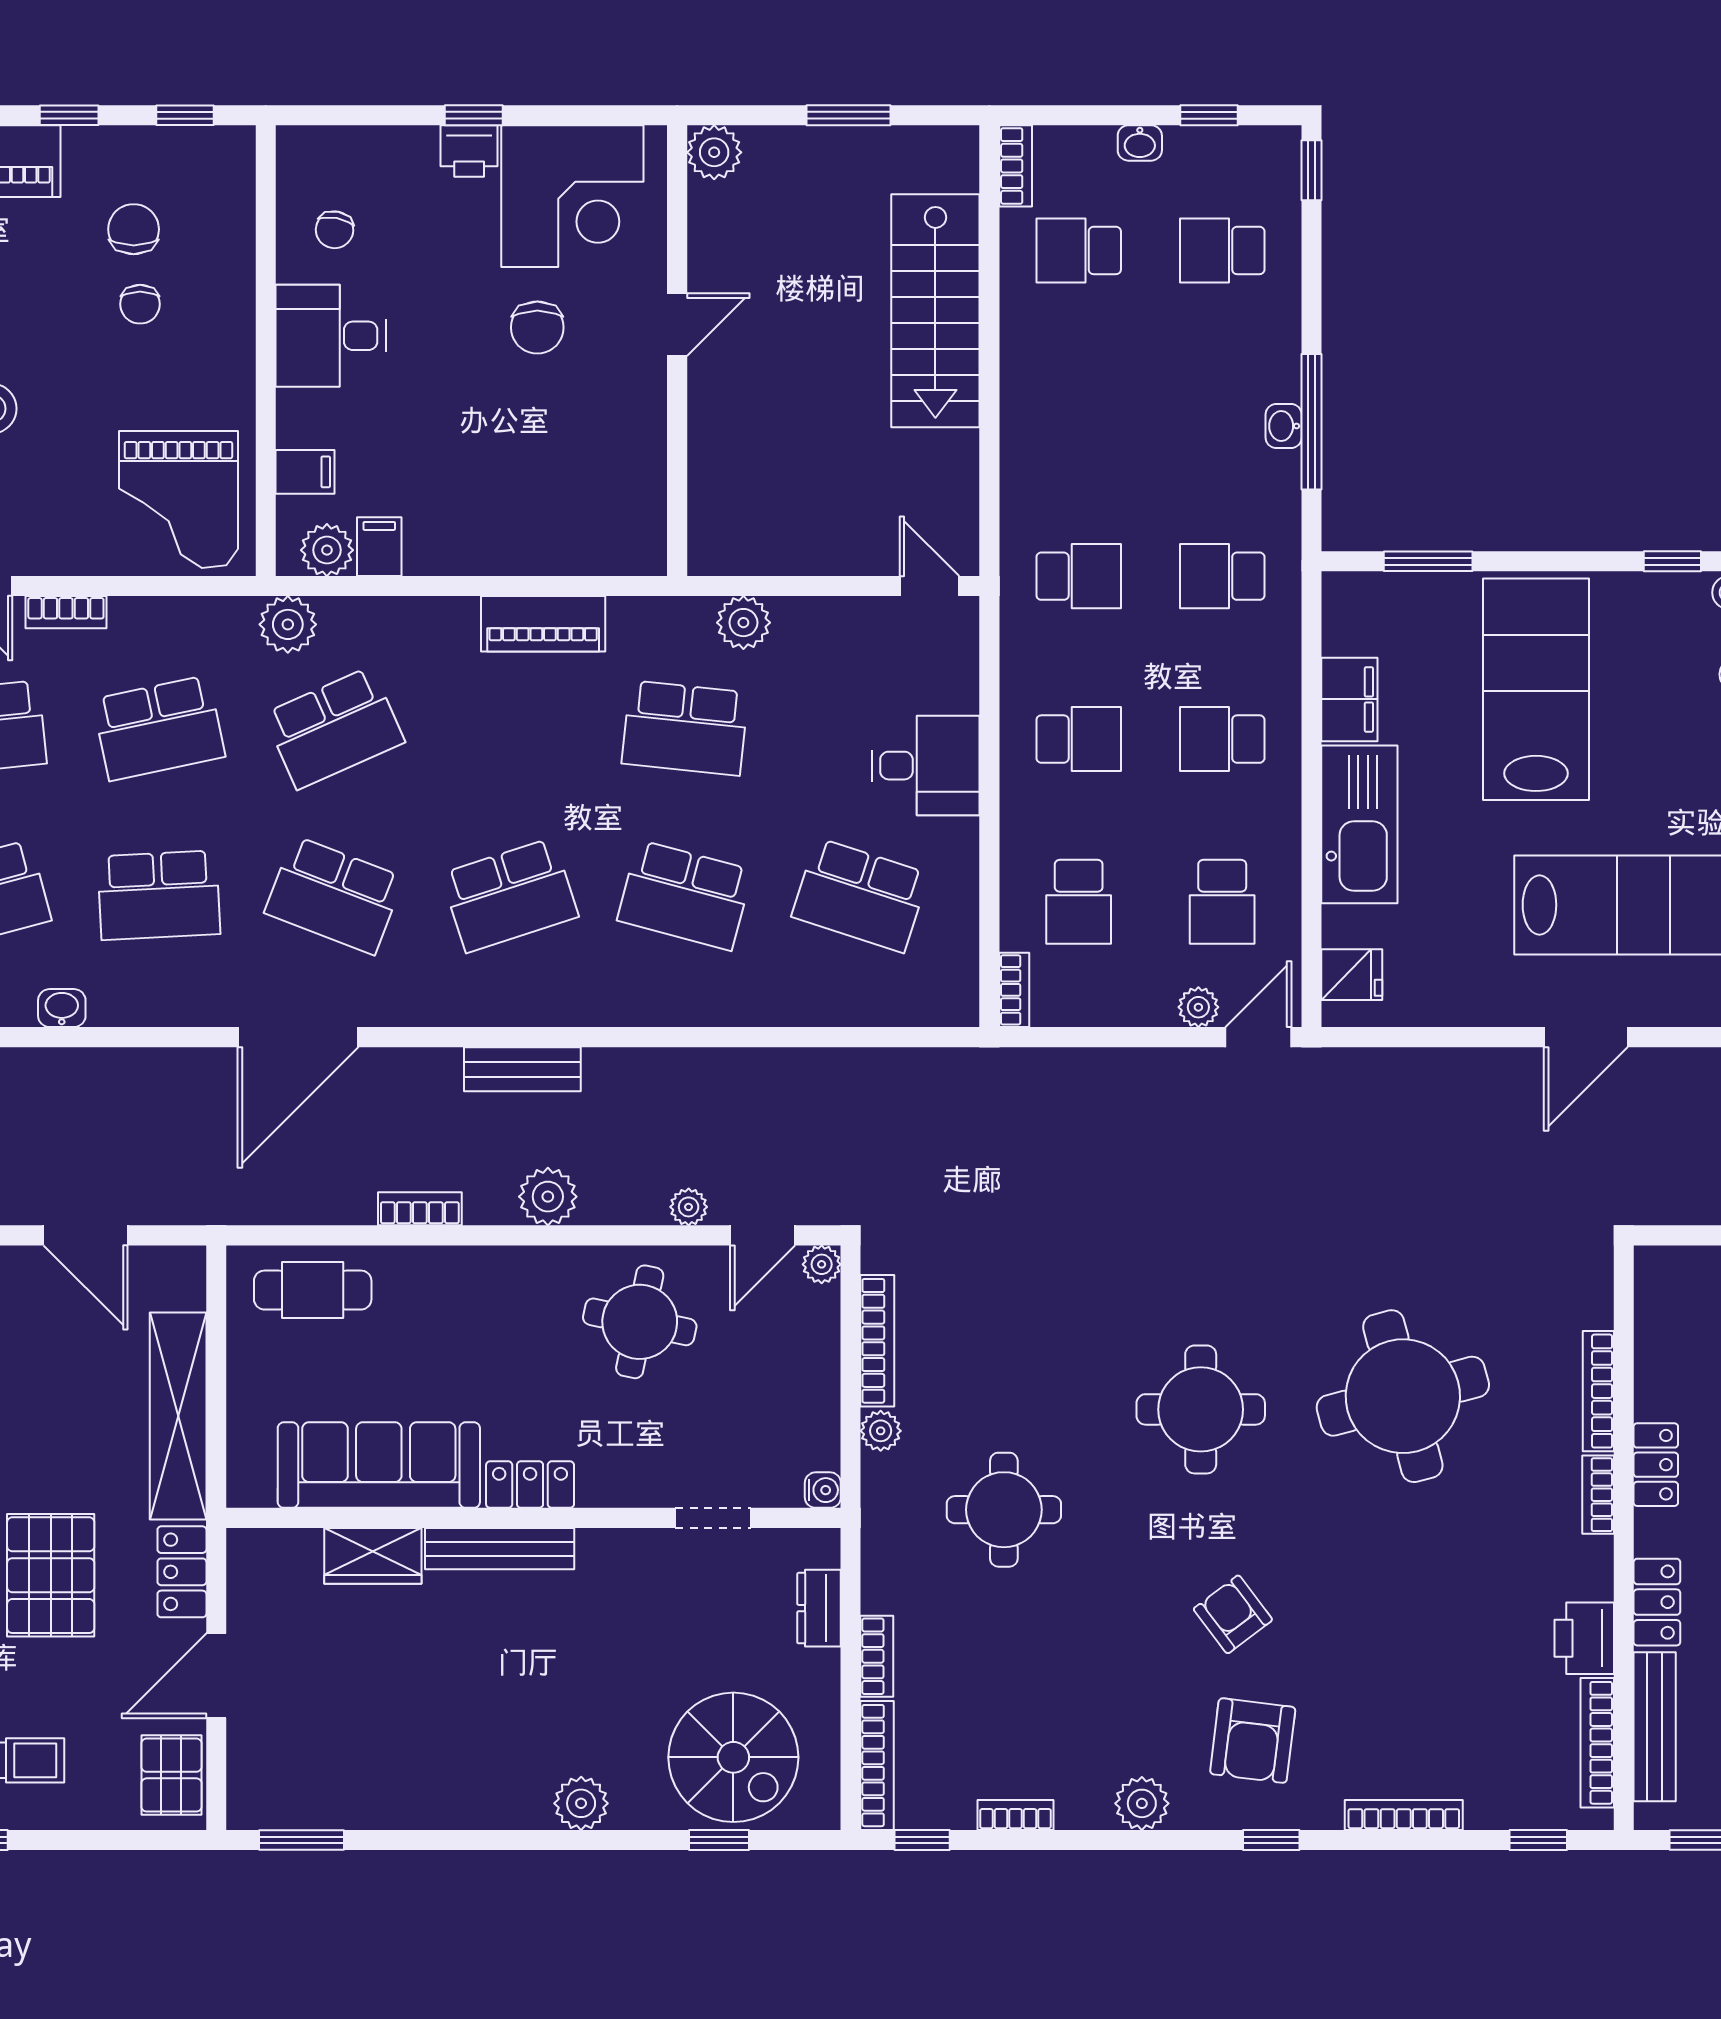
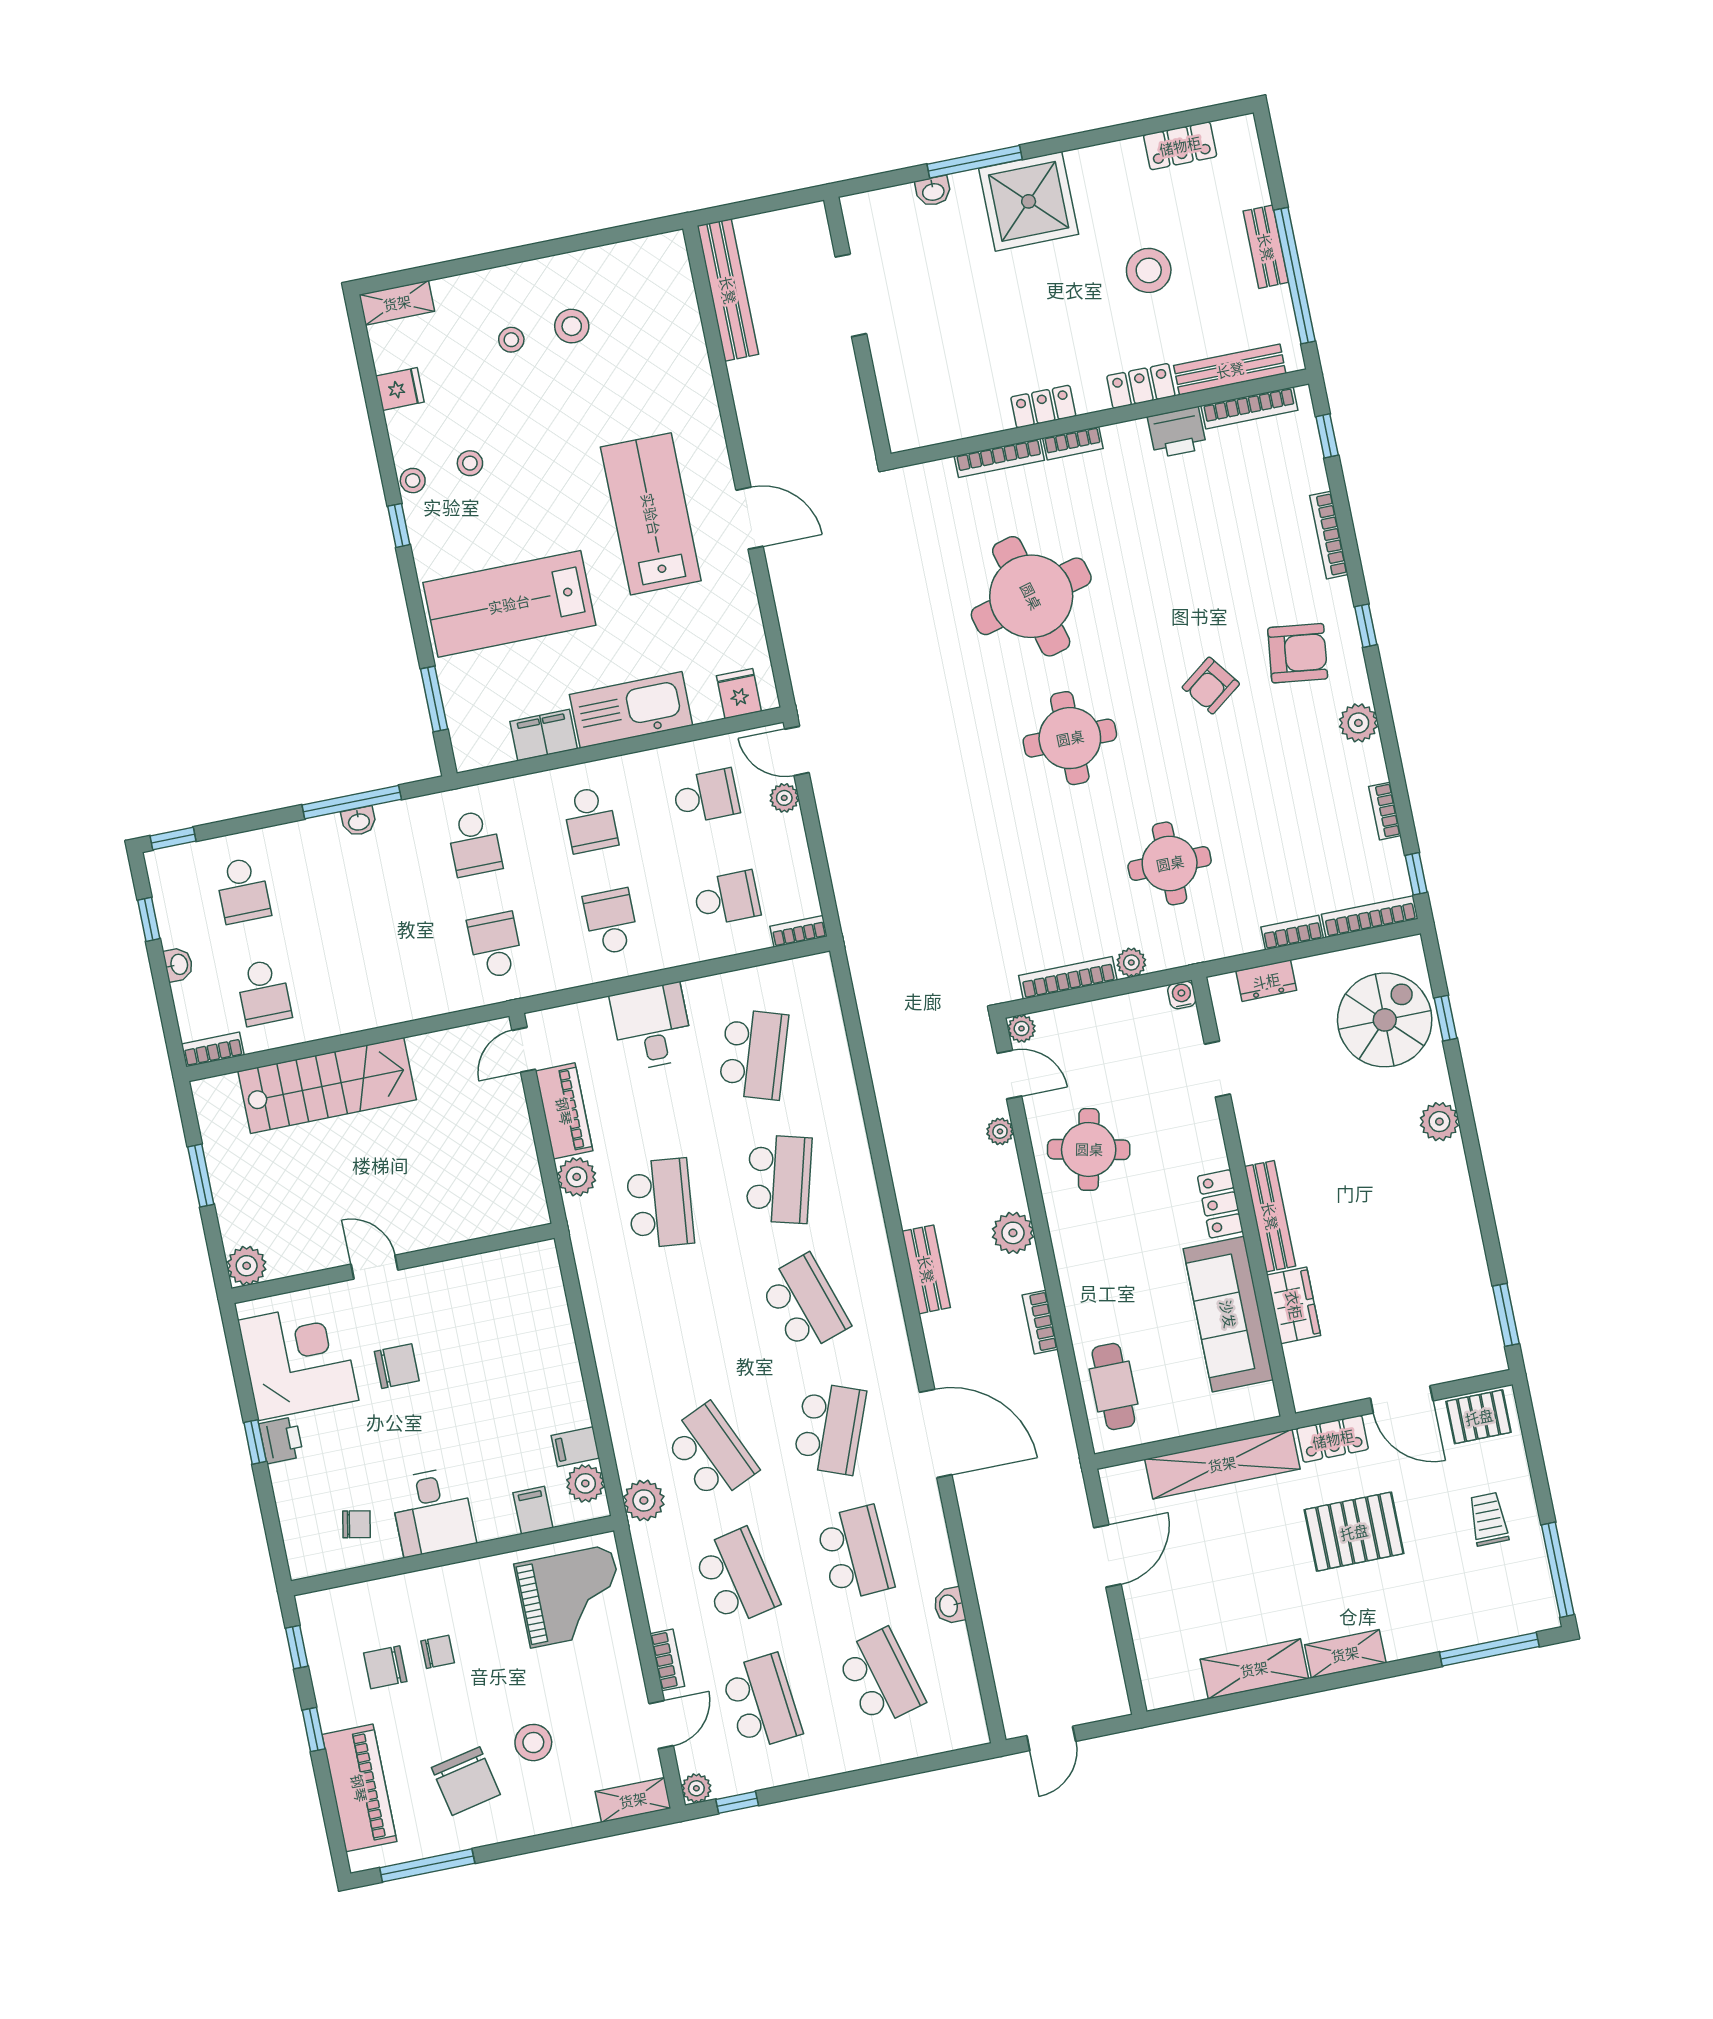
piano: (543, 624) -> (564, 1111), moved

